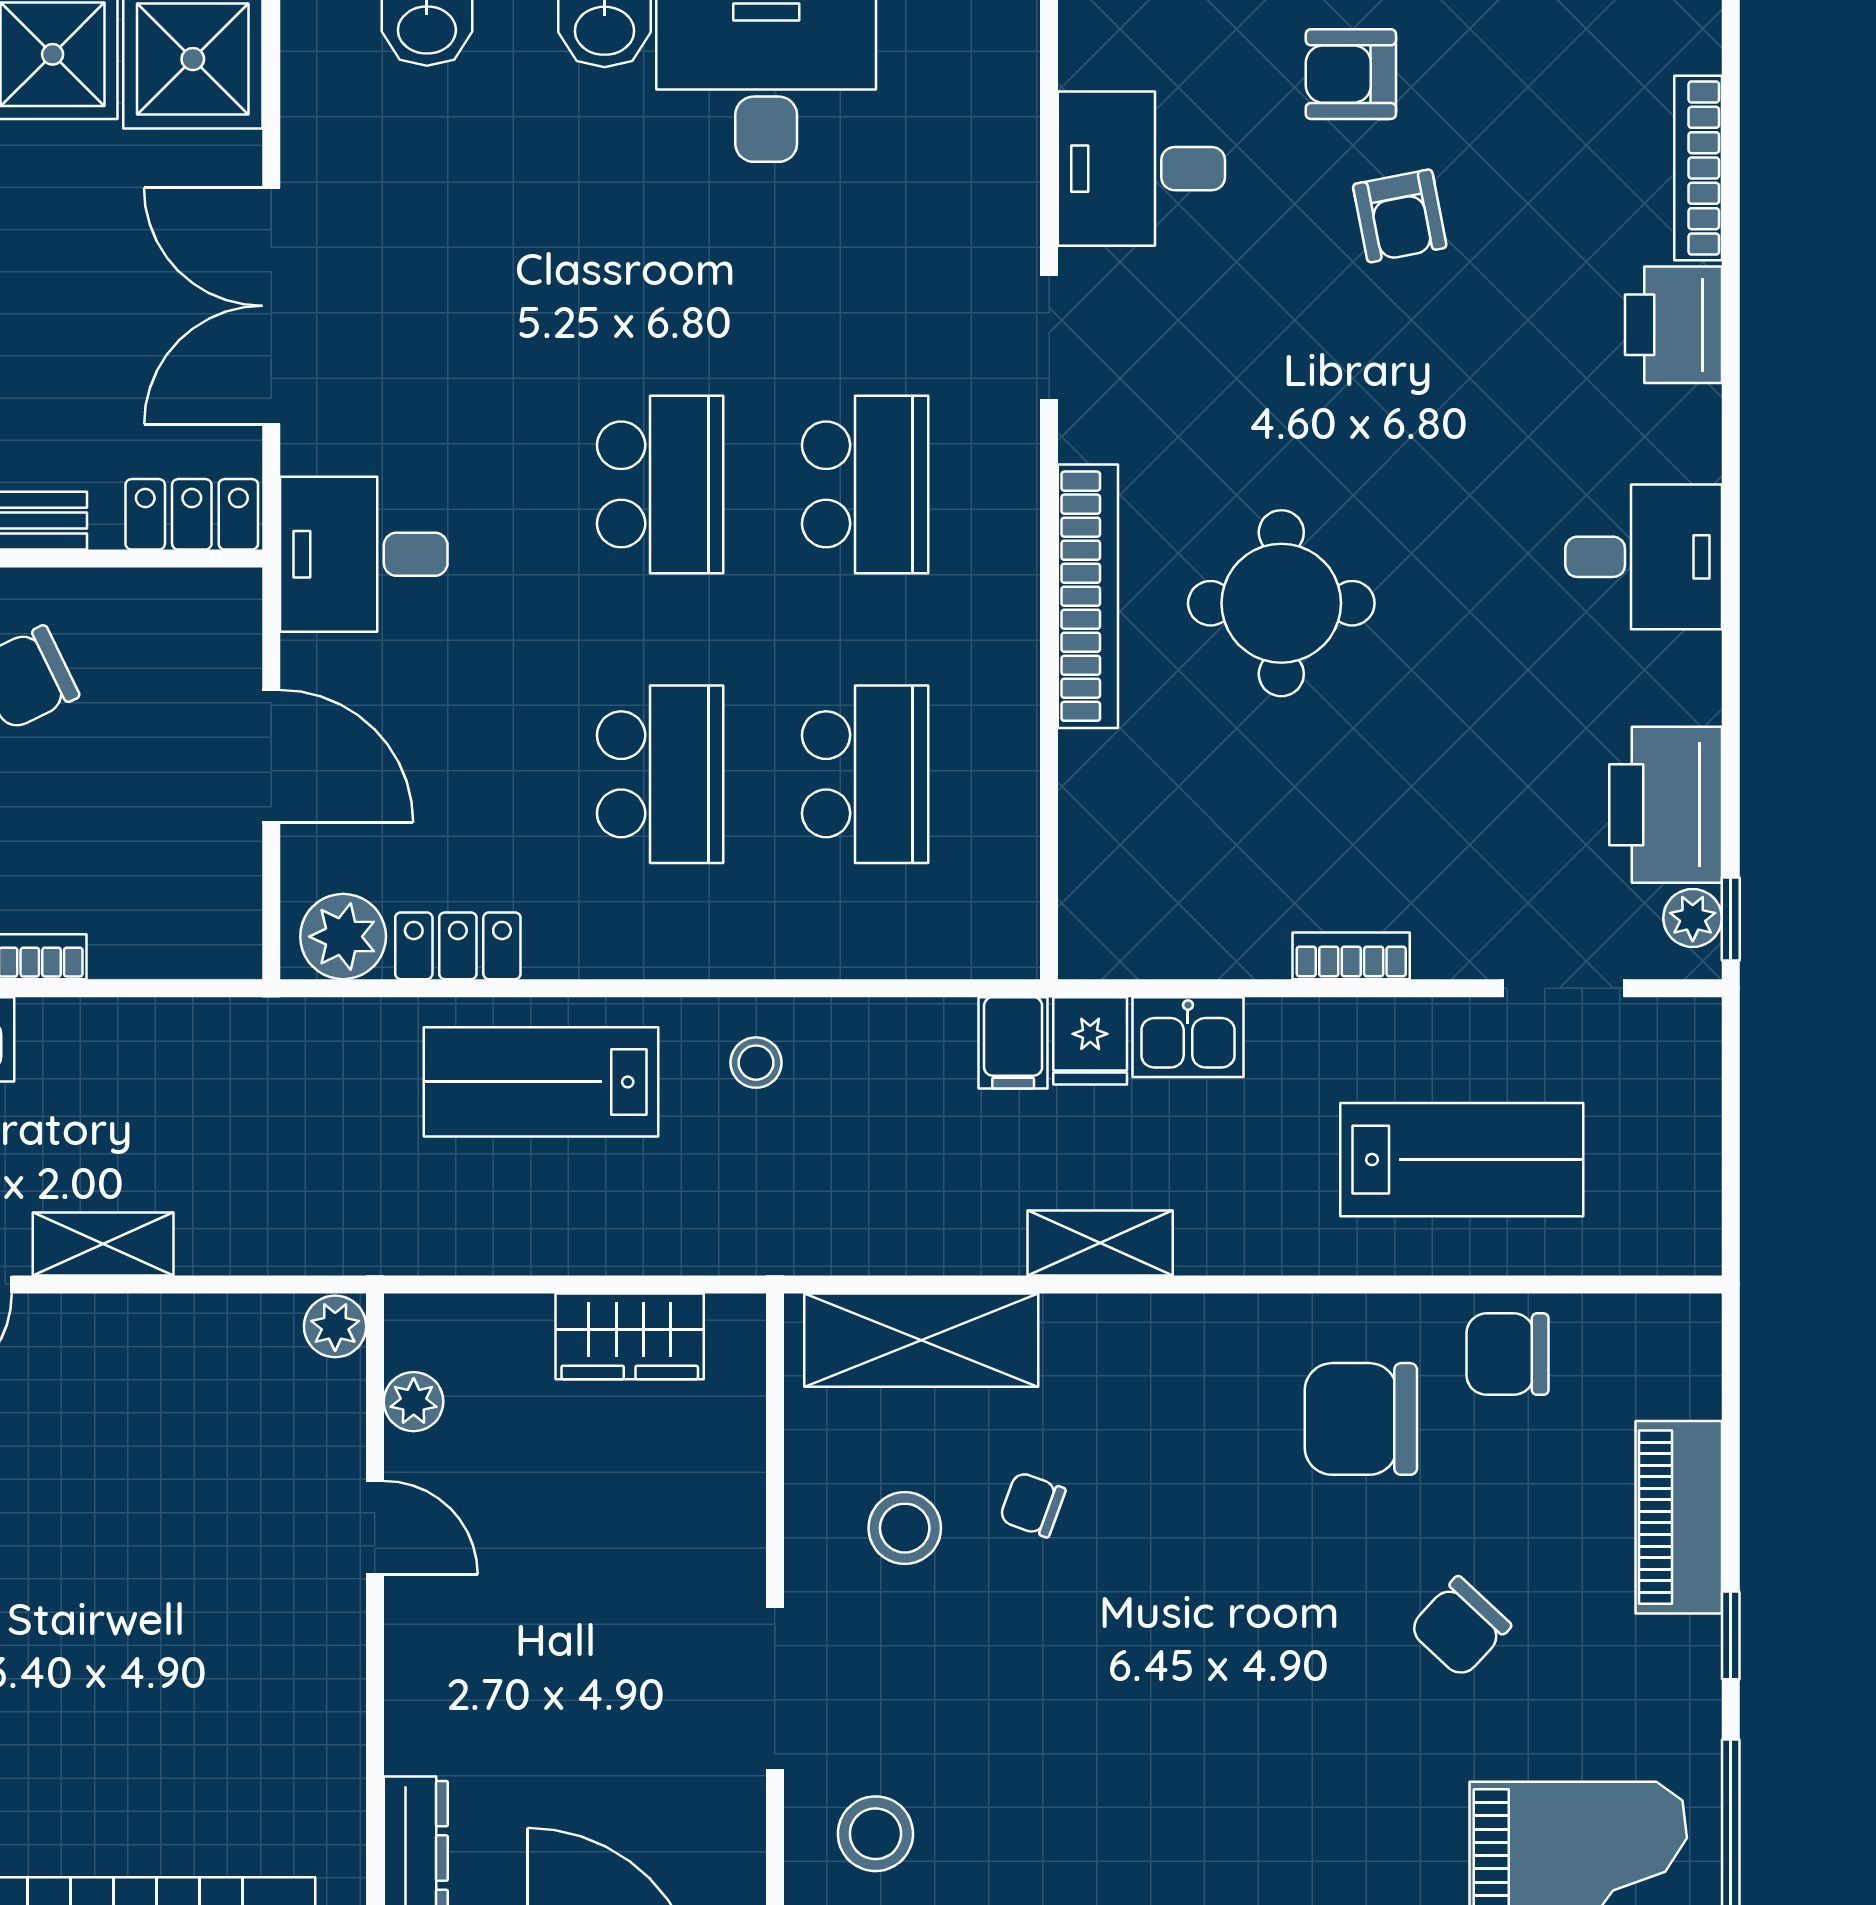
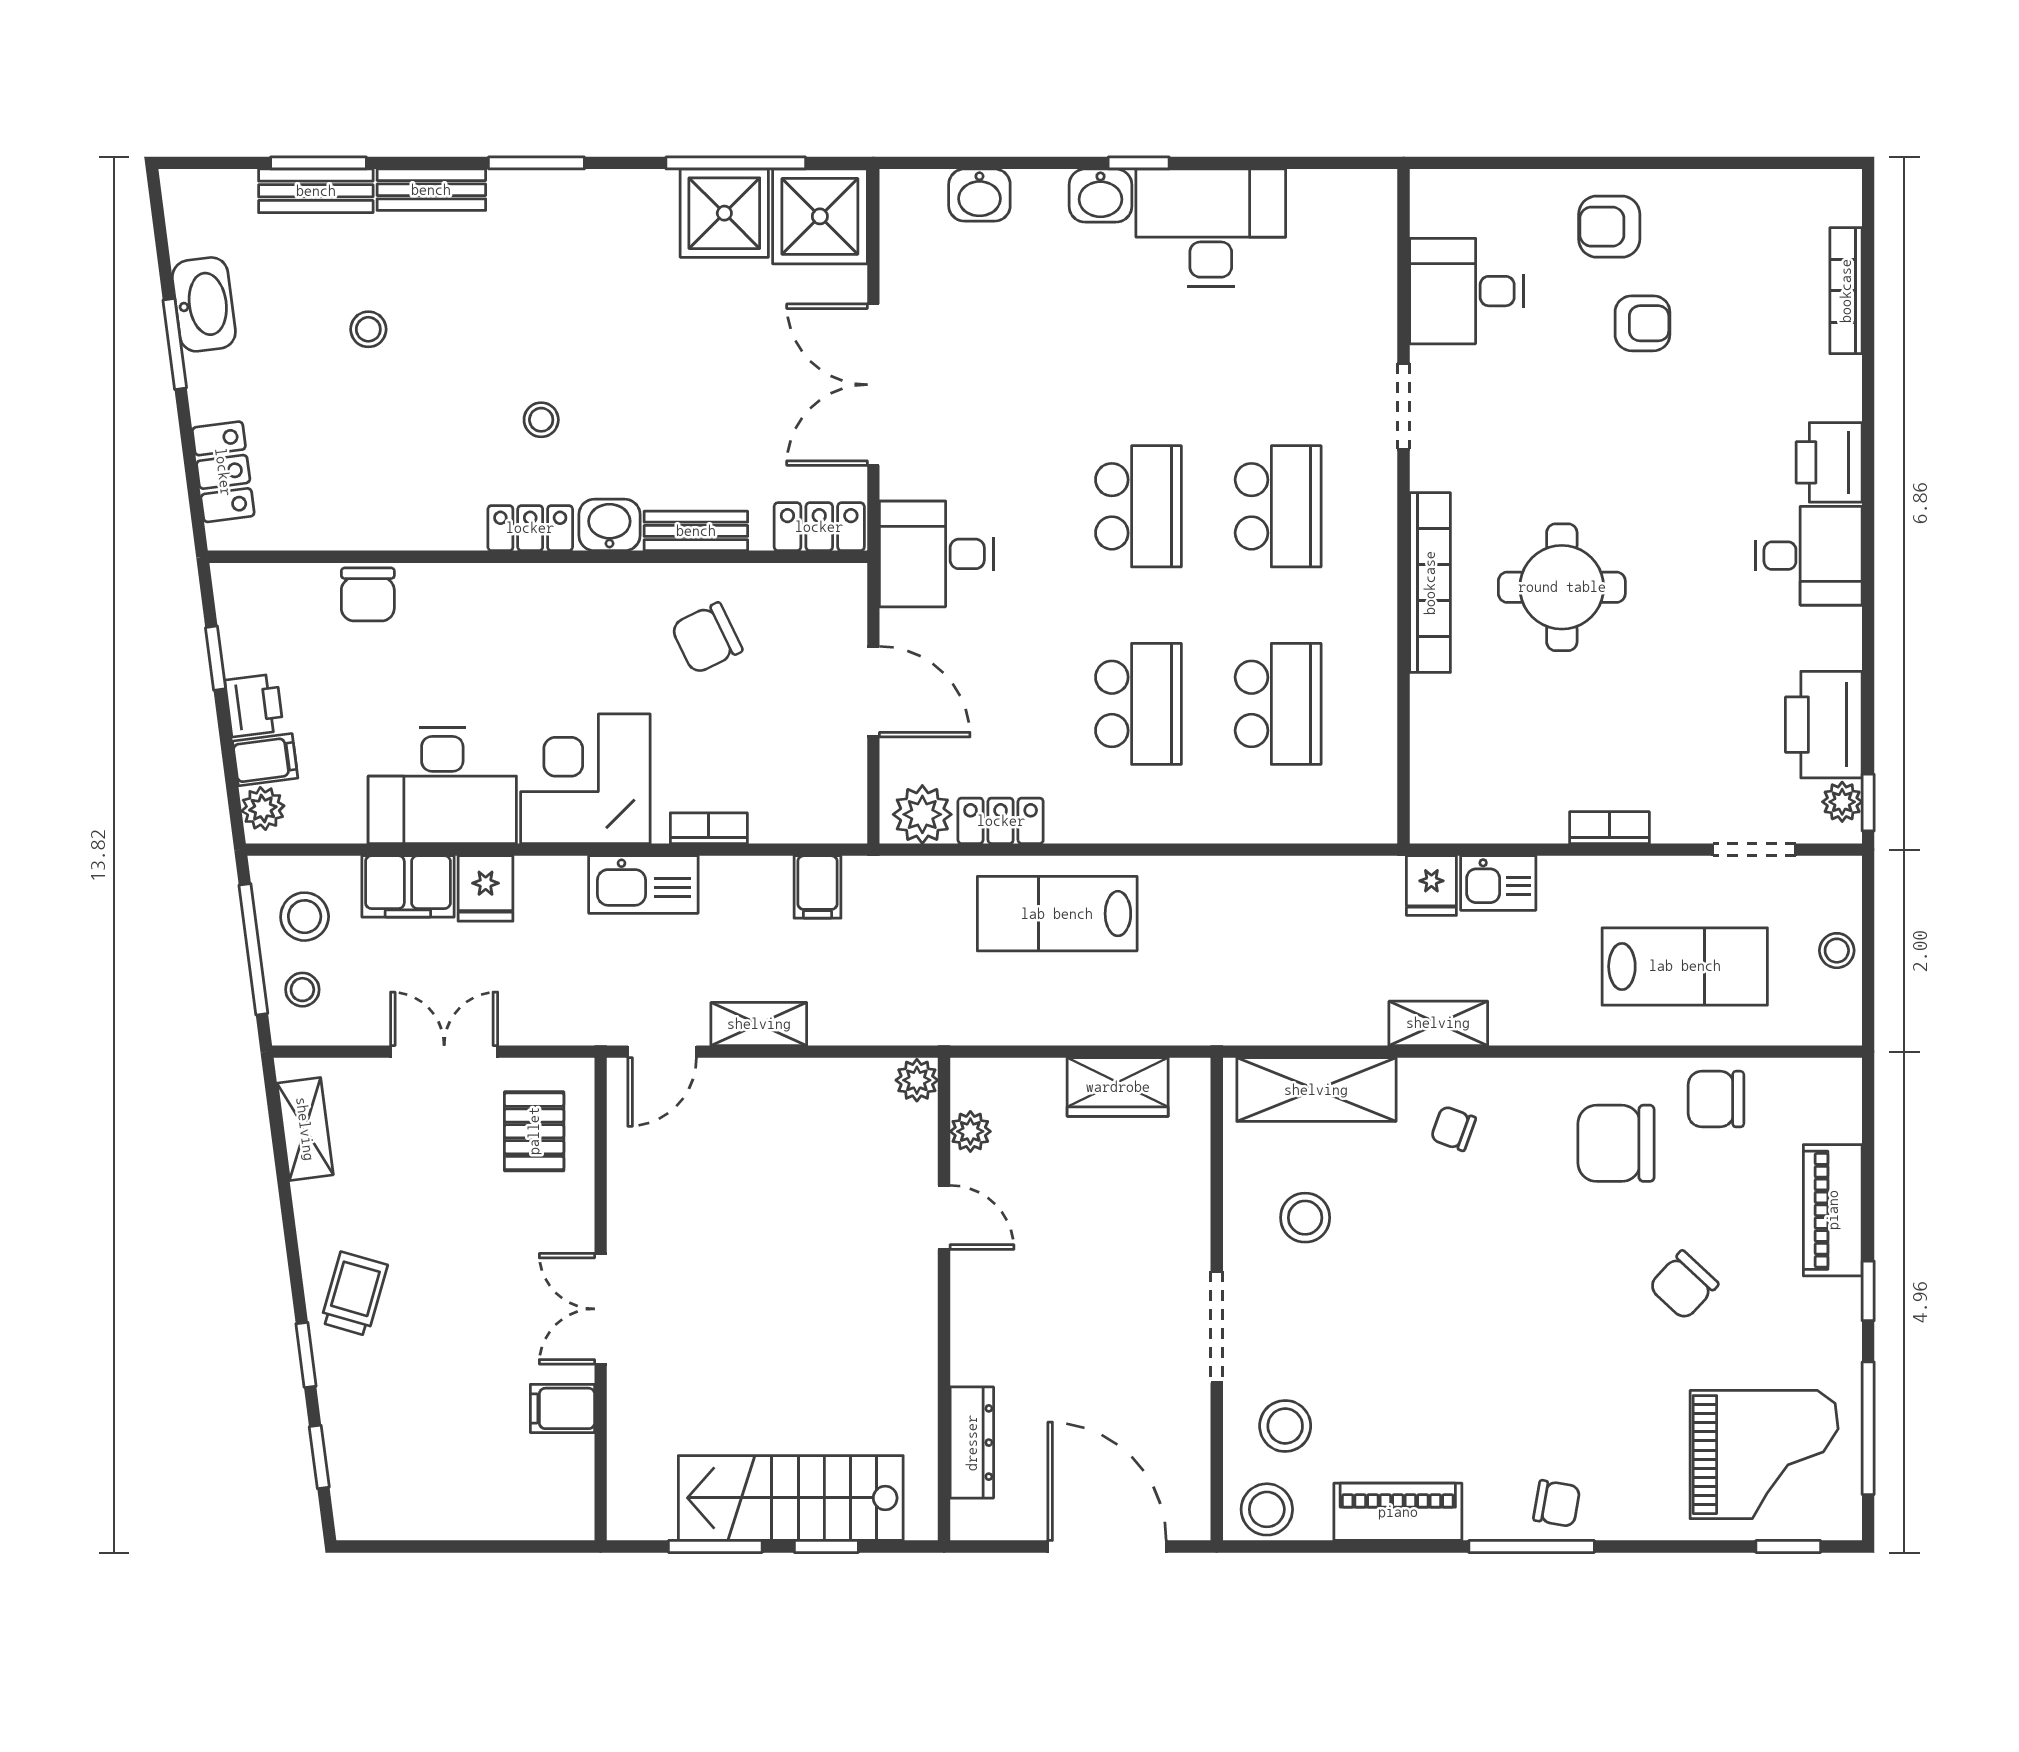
armchair: (1400, 216) -> (1642, 323), turned -79
printer: (1673, 325) -> (1829, 462), moved
filing cabinet: (1013, 1043) -> (818, 887), moved
stool: (756, 1063) -> (1837, 951), moved
chair: (1032, 1505) -> (1453, 1128), moved

